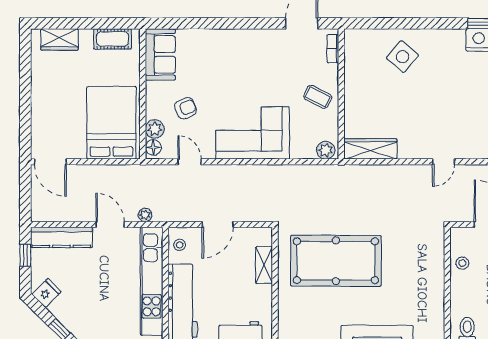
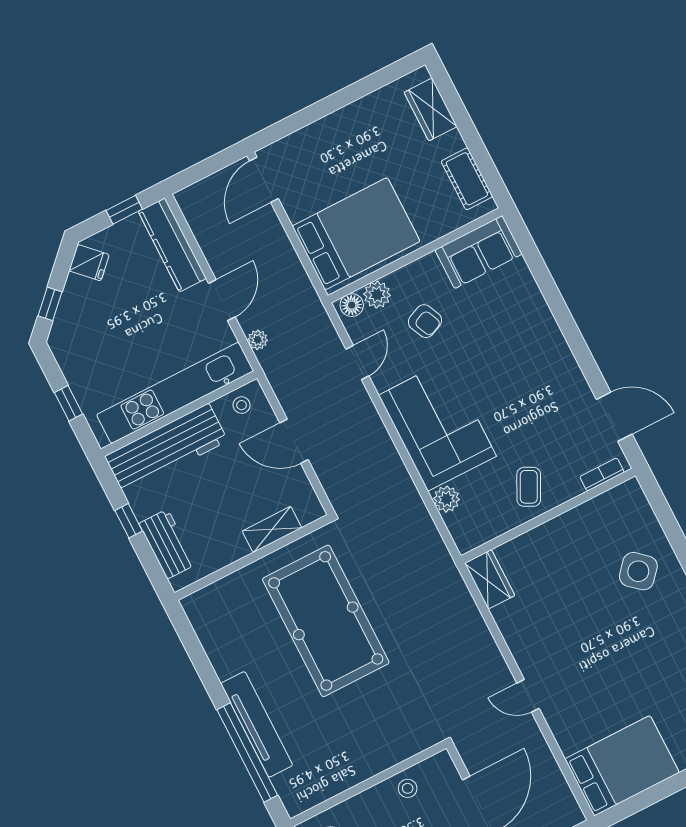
wardrobe: (370, 149) -> (490, 579), width x0.67
plant: (326, 150) -> (446, 499), moved

